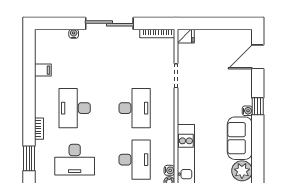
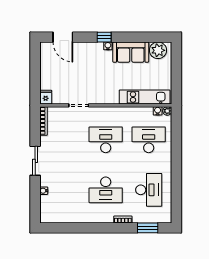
sliding door: (109, 23) -> (35, 161), width x0.73
filing cabinet: (43, 70) -> (74, 216), removed

